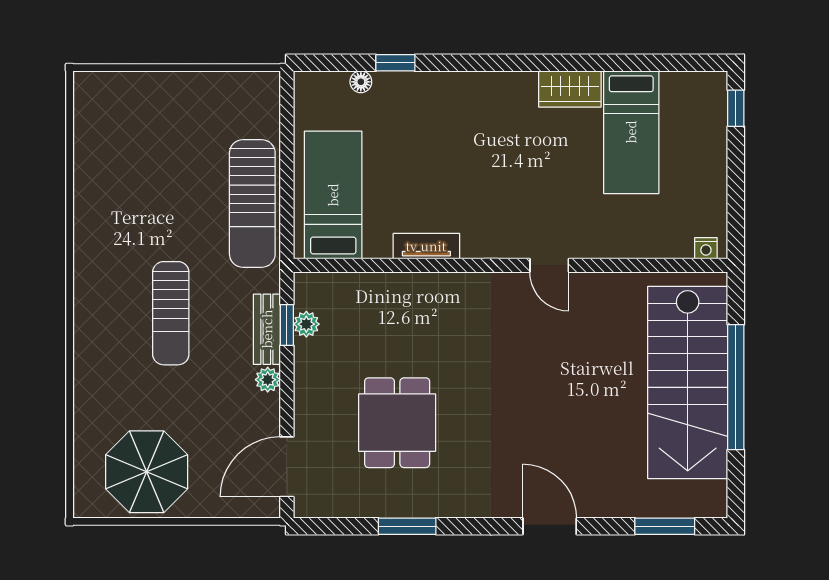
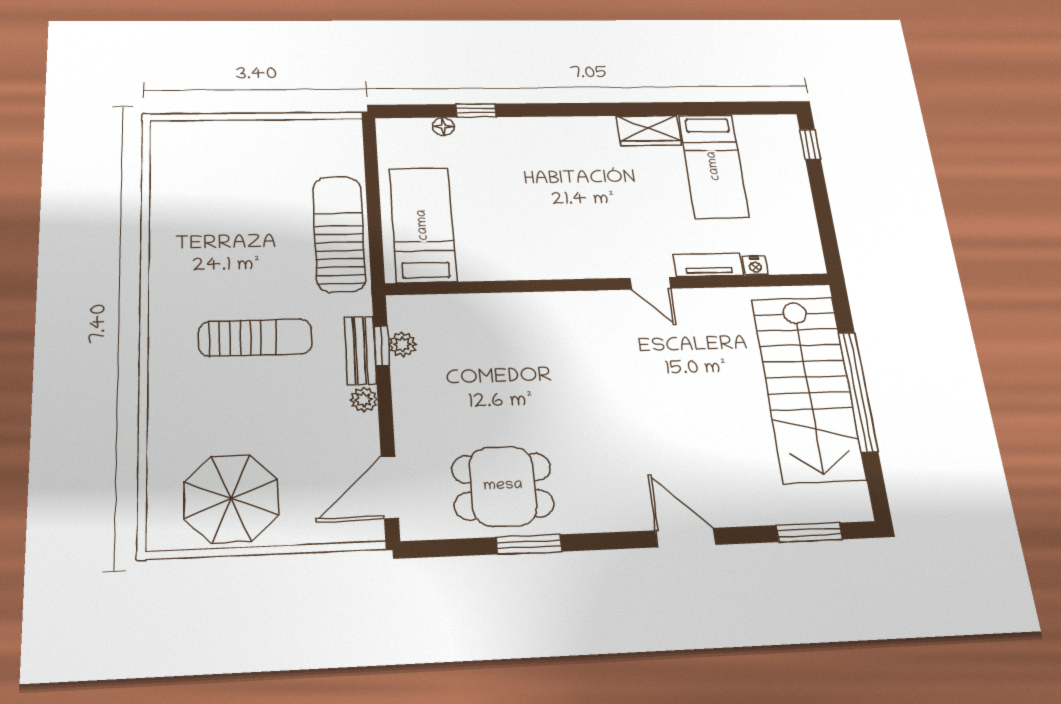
sun lounger: (252, 204) -> (339, 234), turned 180
tv unit: (426, 246) -> (708, 265), moved
nightstand: (706, 248) -> (755, 266), moved
sun lounger: (171, 313) -> (255, 338), turned -90
dining table: (397, 423) -> (503, 486), moved, turned 90

